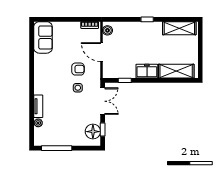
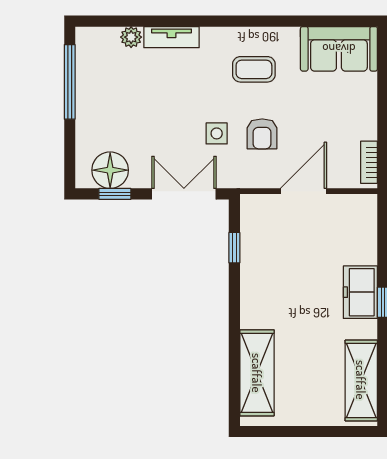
boiler: (107, 30) -> (356, 206), removed
freezer: (147, 71) -> (360, 292), moved, turned 180
coffee table: (51, 72) -> (254, 69), added
double door: (103, 101) -> (184, 194), swing flipped

